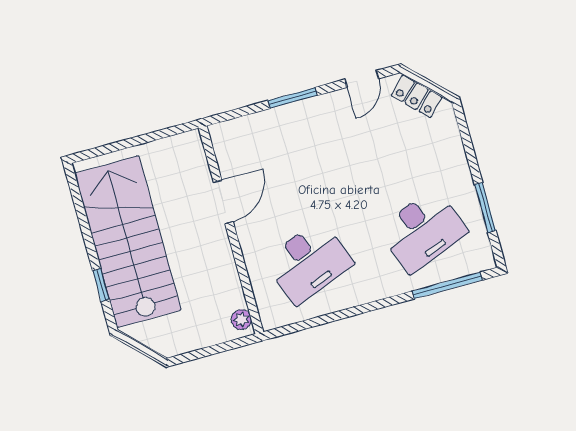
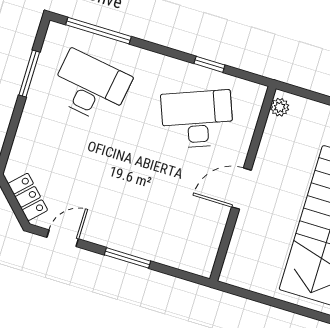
door: (223, 202) -> (241, 189), moved
desk: (423, 231) -> (91, 87), turned 30
window: (329, 318) -> (209, 64), added

